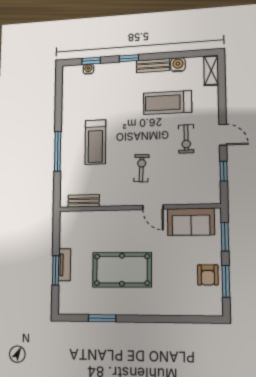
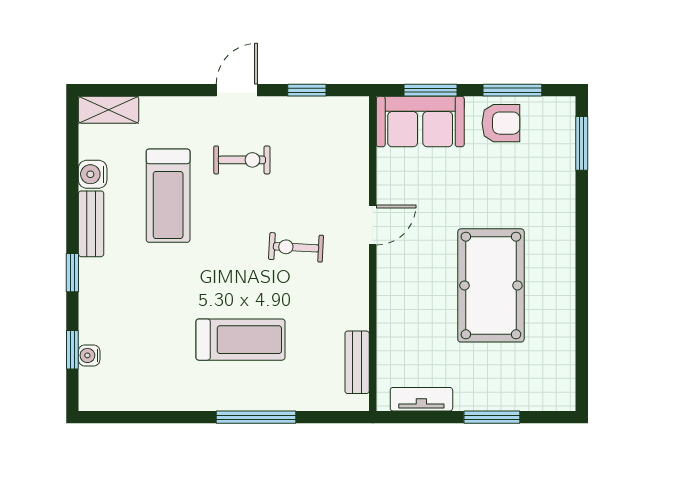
sofa: (191, 222) -> (420, 122), moved, turned 90
tv unit: (65, 265) -> (421, 399), moved
window: (102, 318) -> (582, 143), moved

